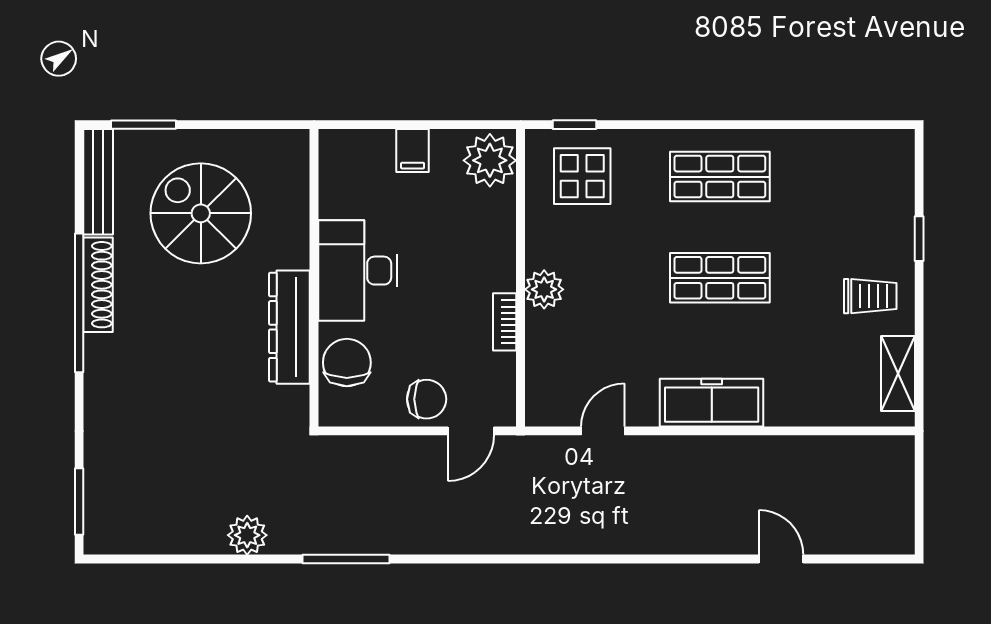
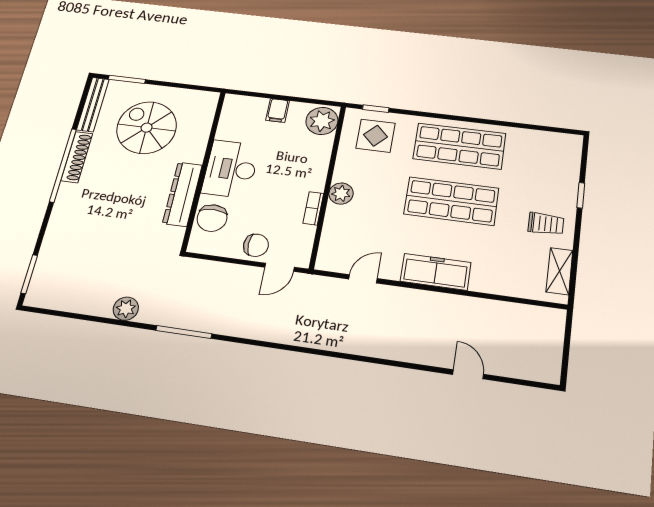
shop shelf: (720, 177) -> (459, 146), width x1.43, depth x1.36
shop shelf: (720, 278) -> (451, 201), width x1.43, depth x1.36
chair: (347, 363) -> (212, 218), turned 180

